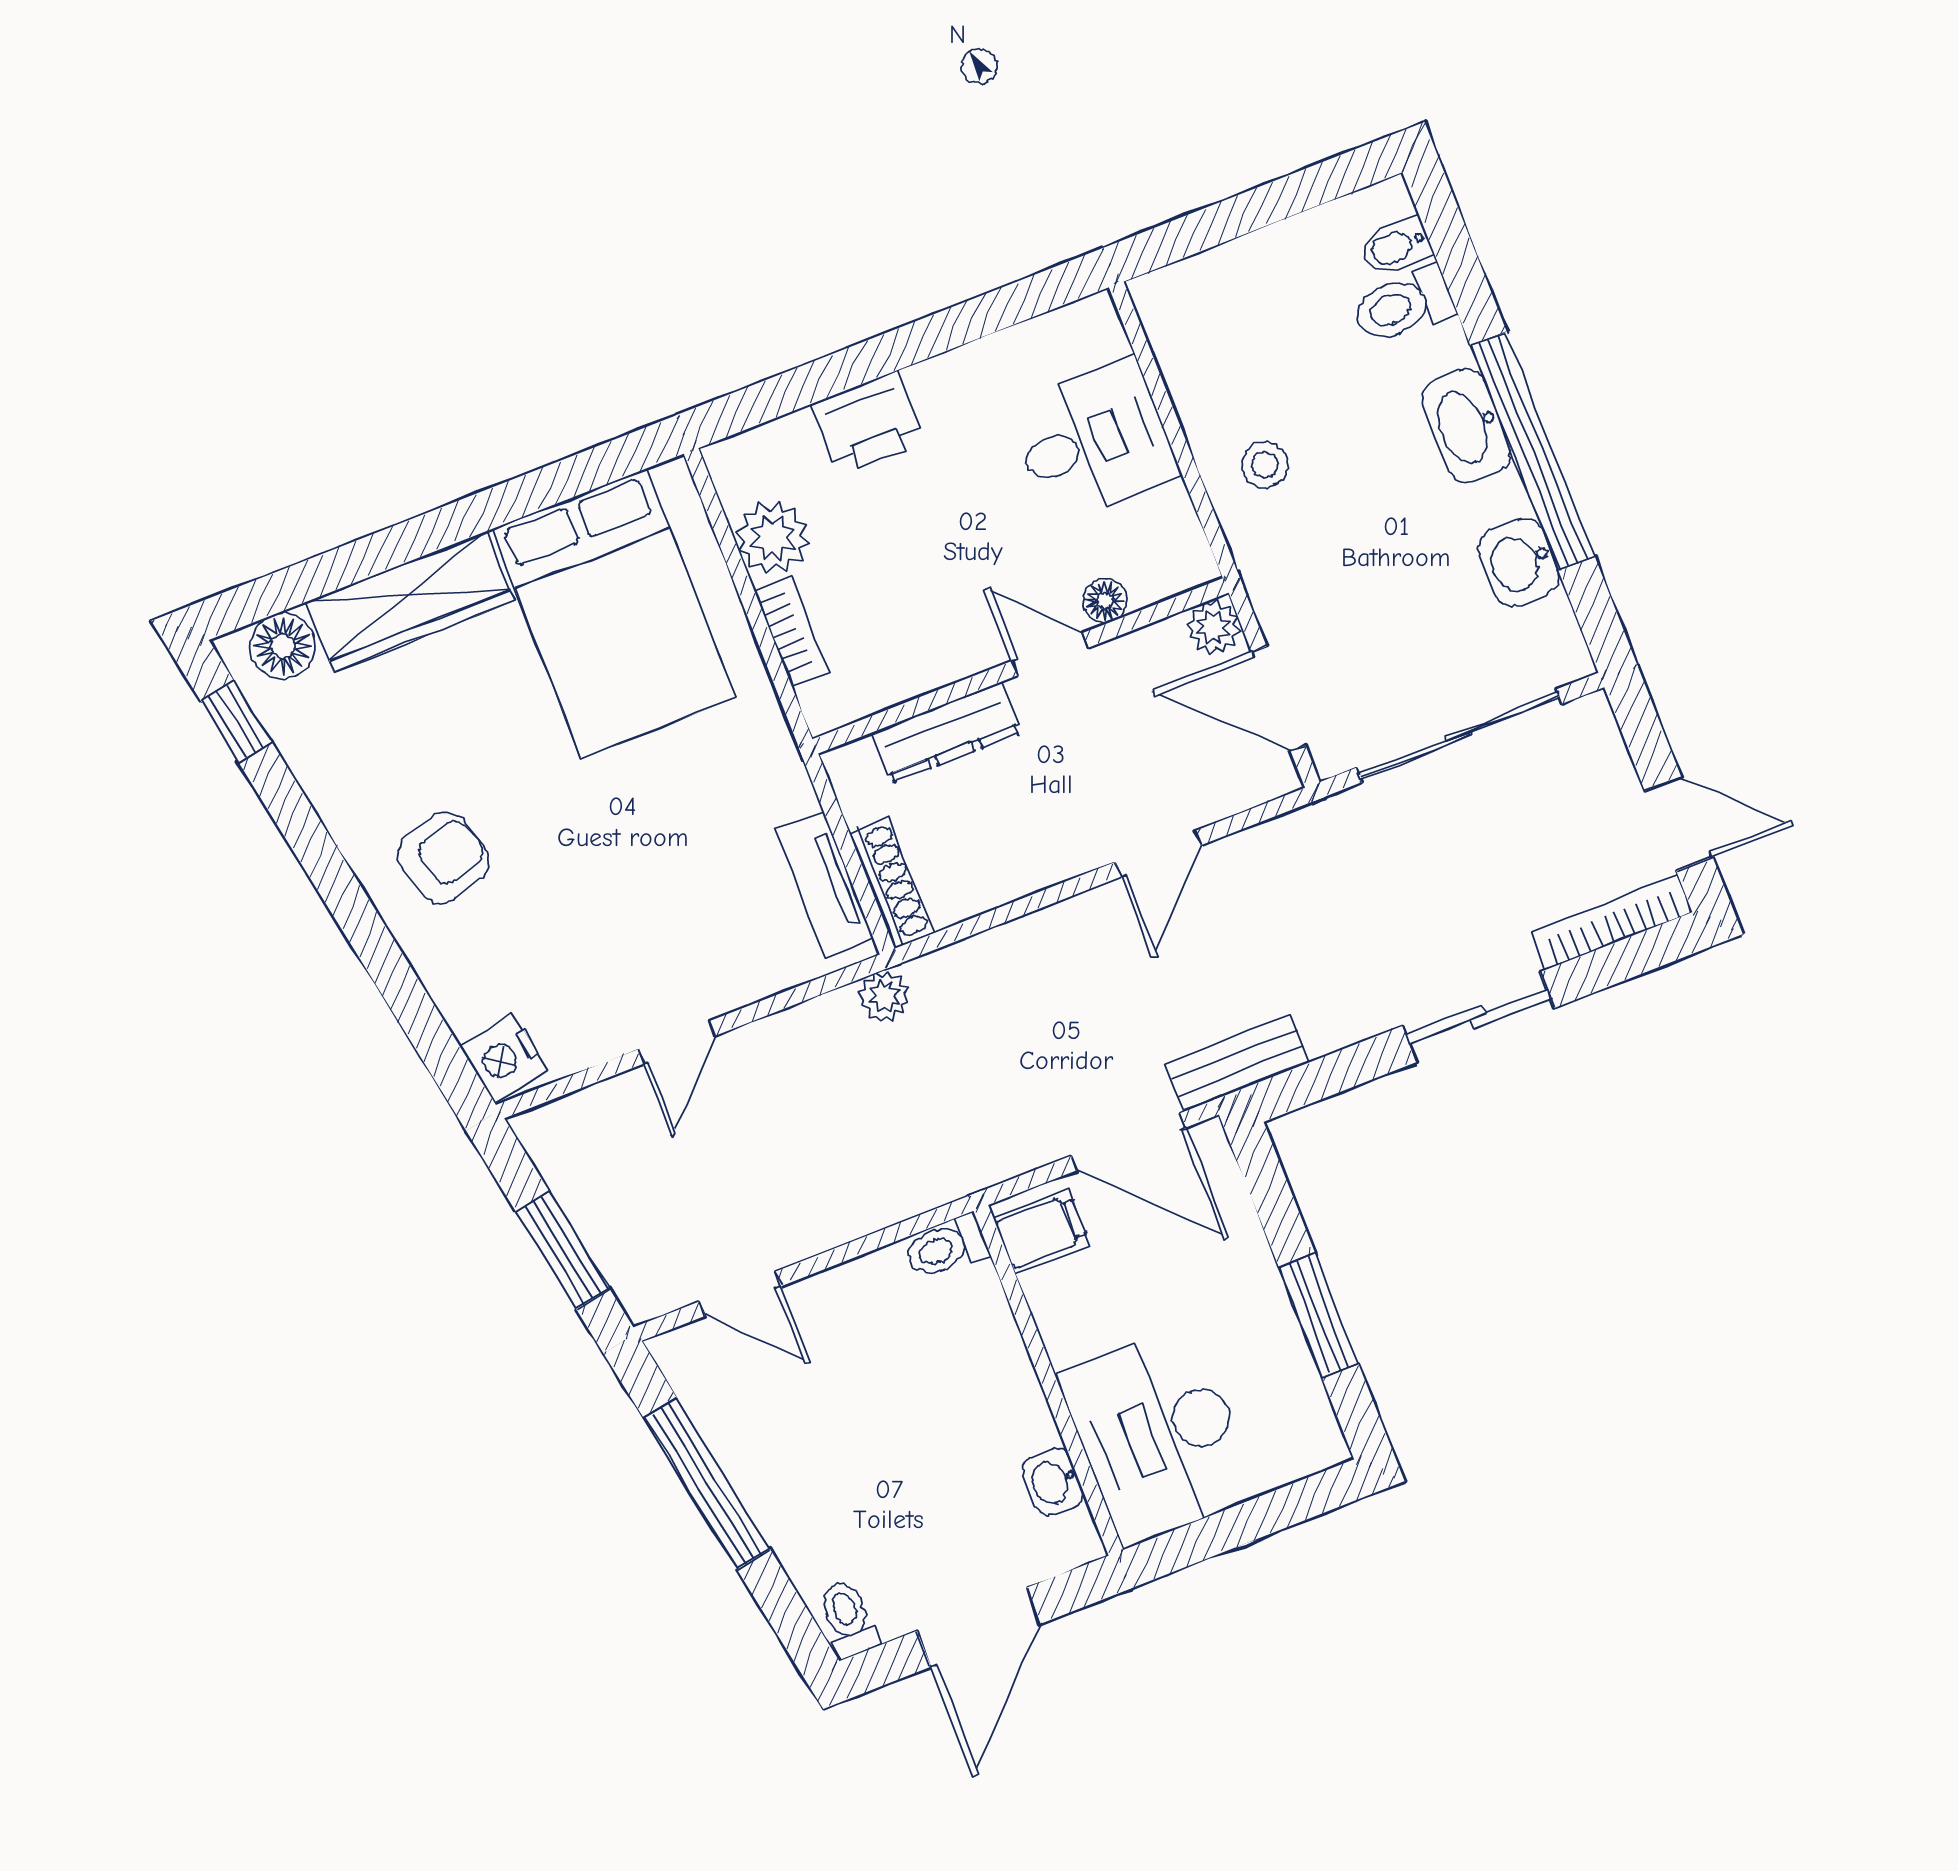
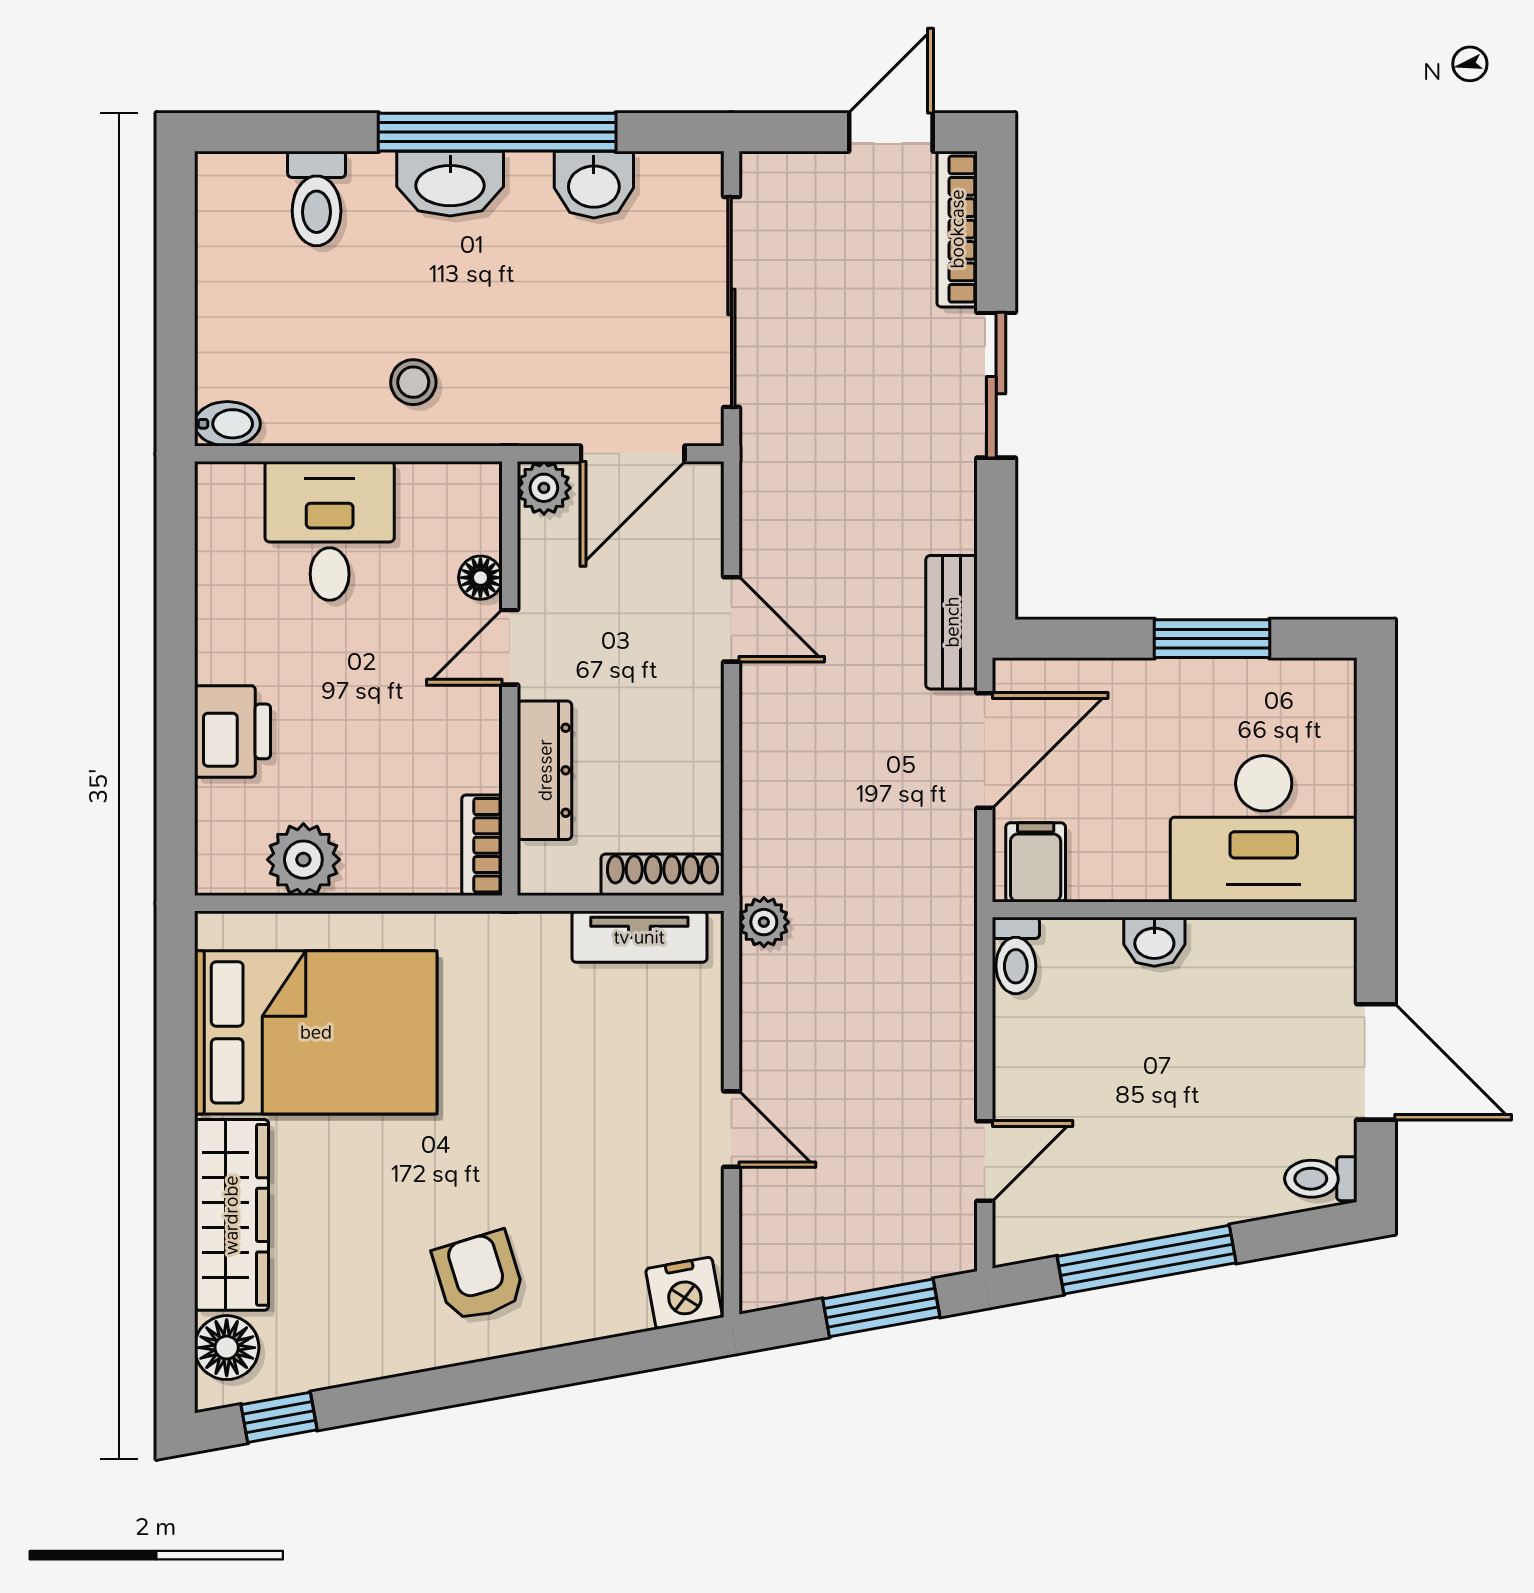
bidet: (1396, 247) -> (227, 424), moved, turned -90
bookcase: (792, 630) -> (482, 845), moved, turned -90
washbasin: (1053, 1482) -> (1154, 942), moved

